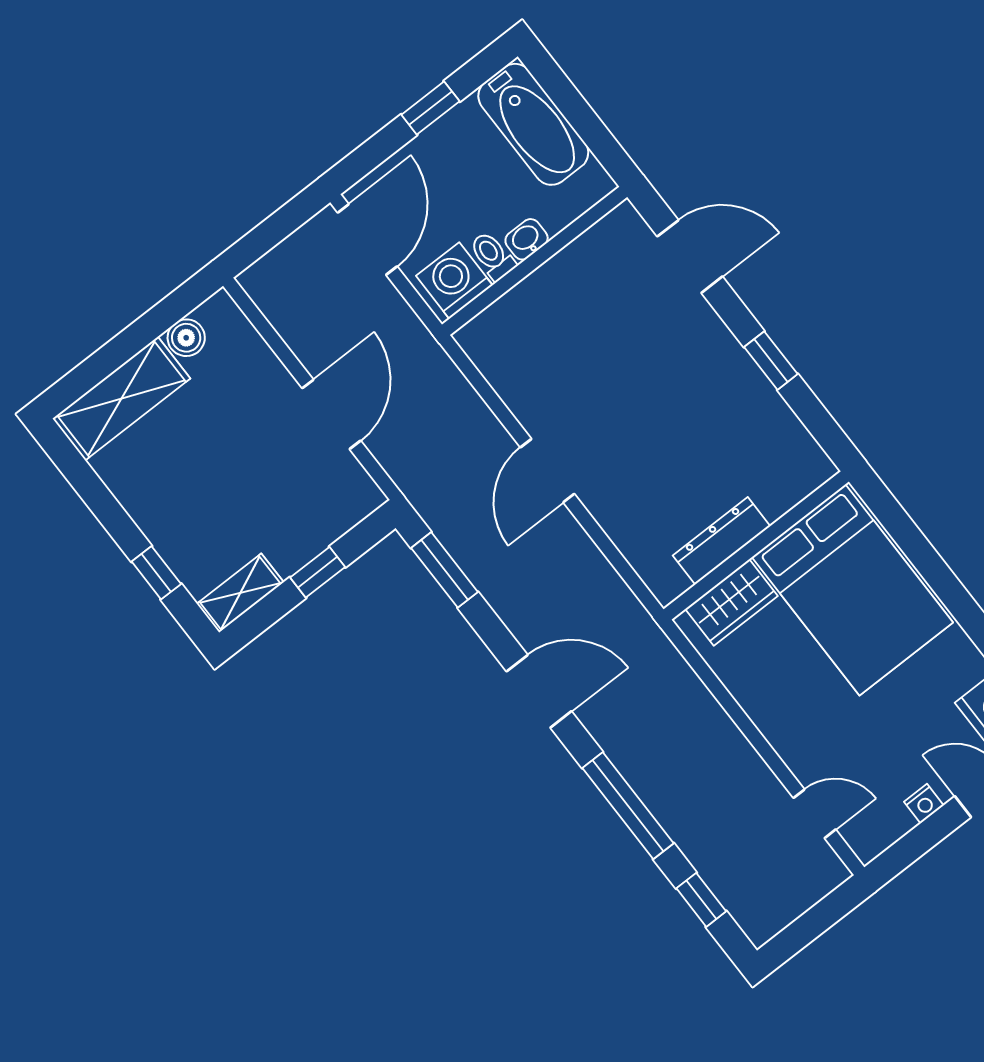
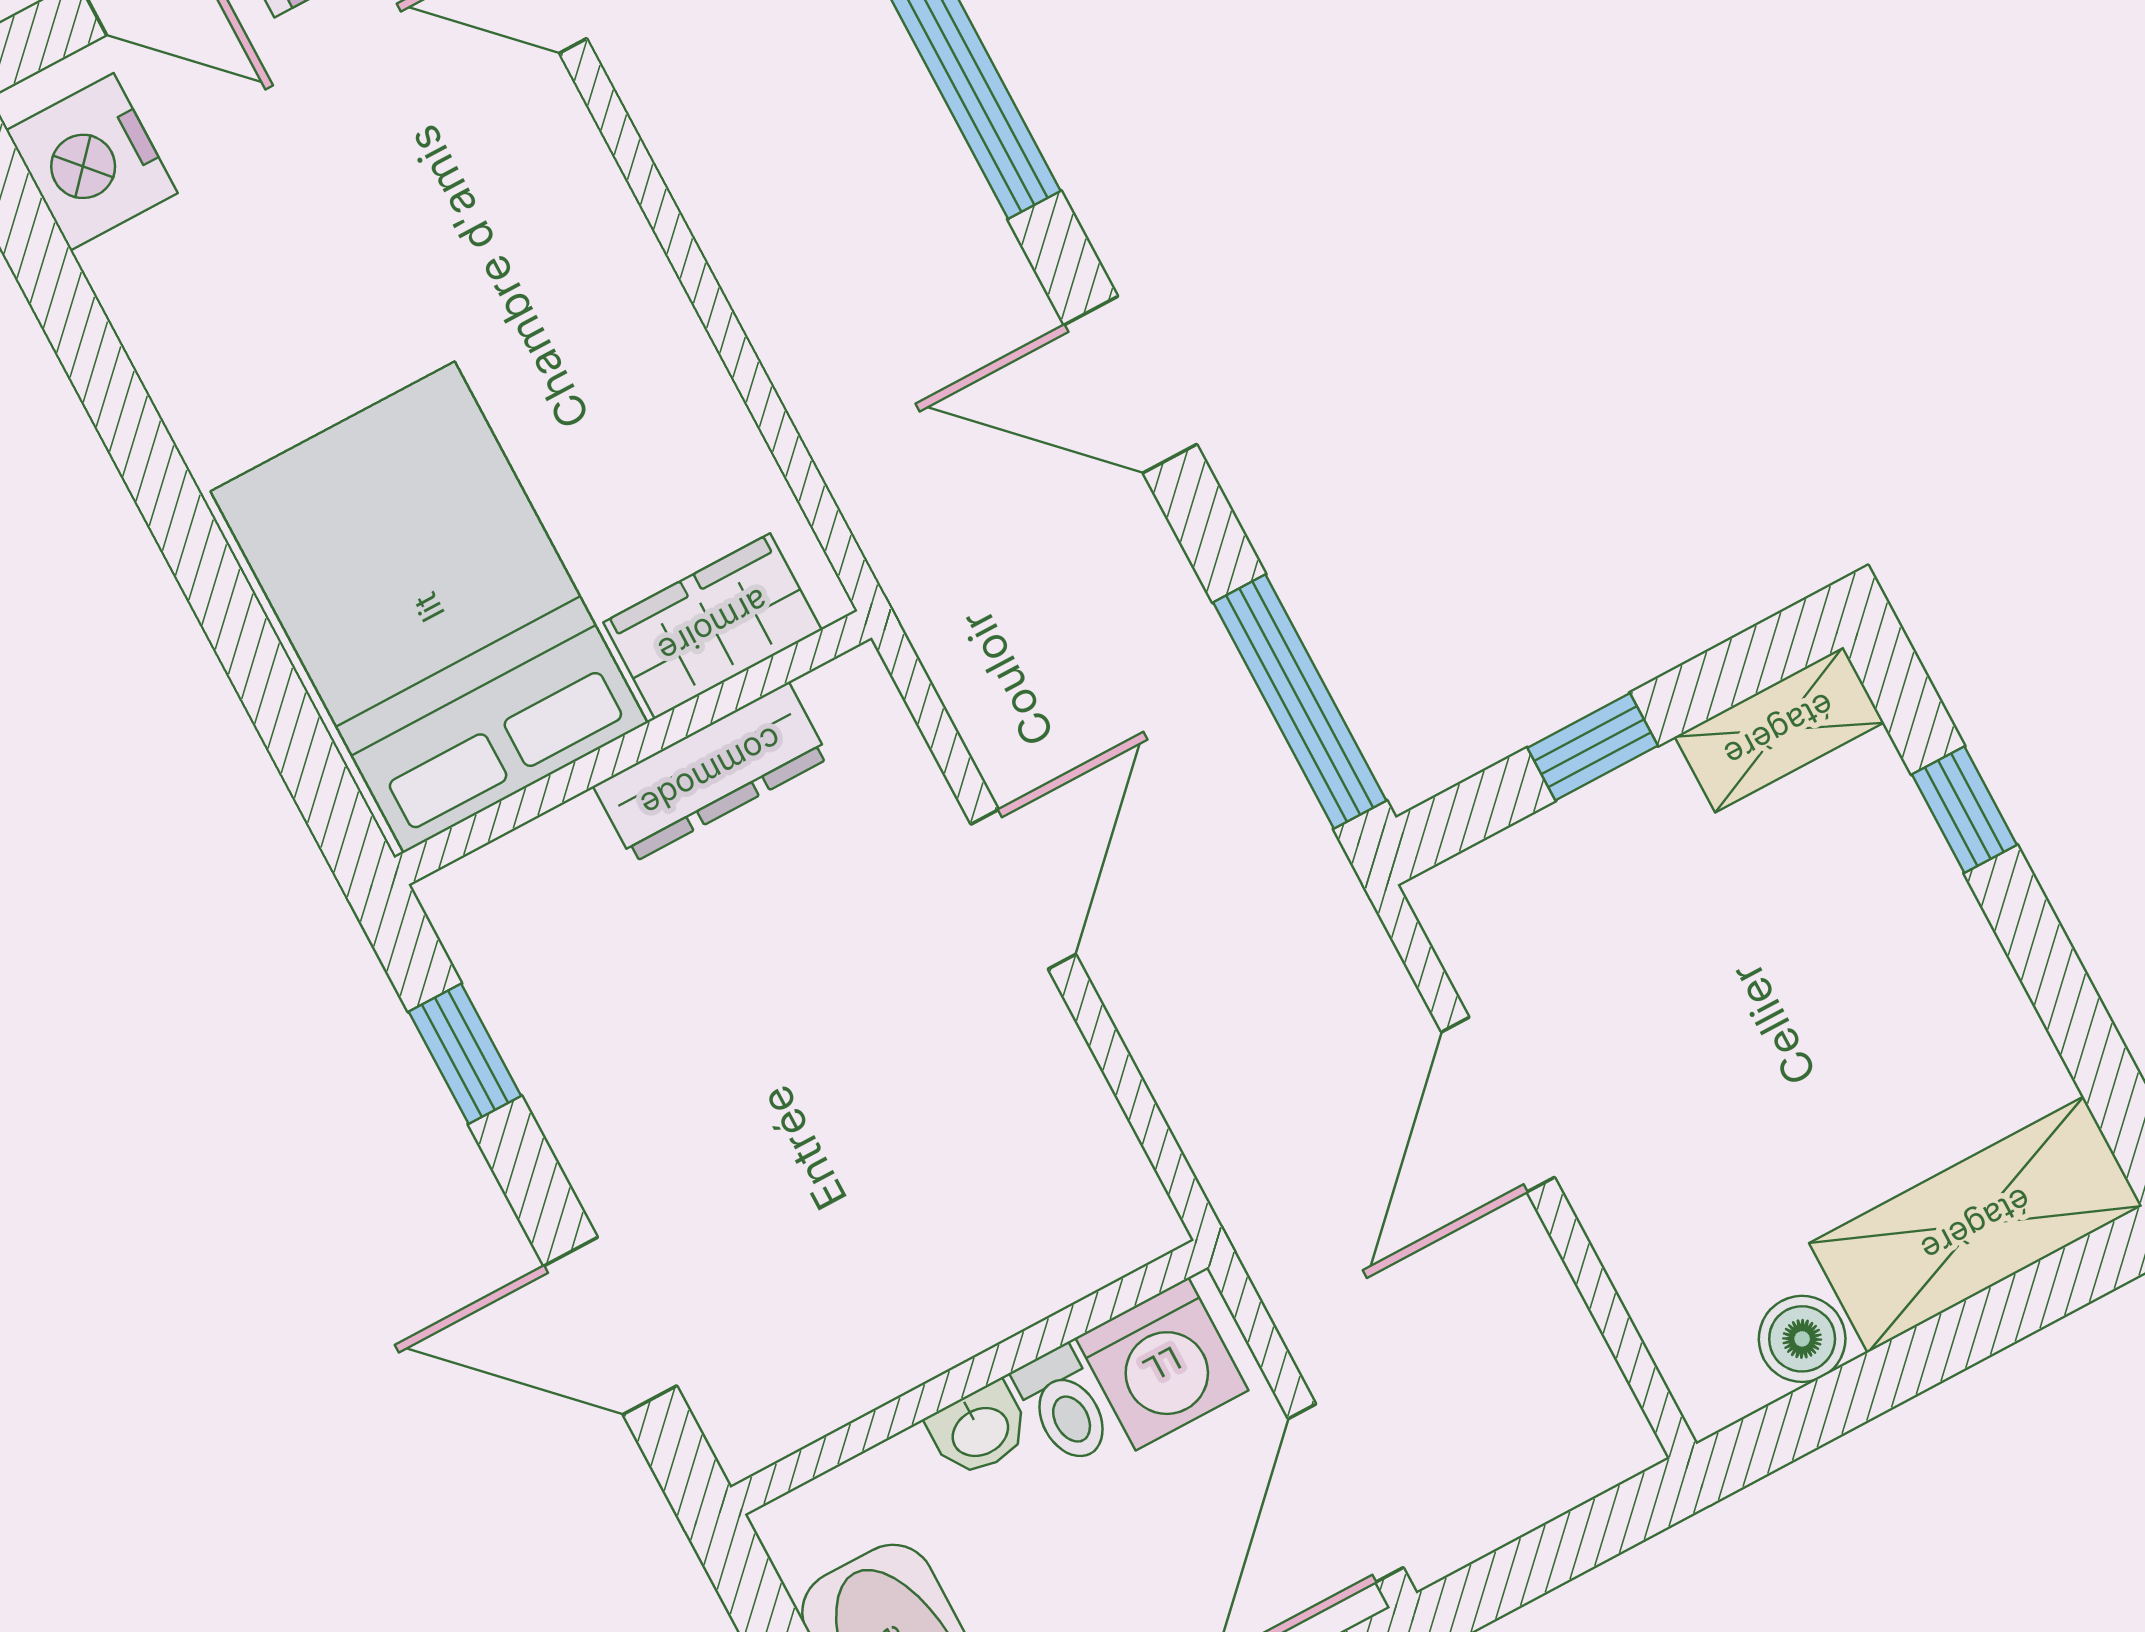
dresser: (721, 541) -> (711, 772), moved
wall: (756, 545) -> (633, 748), moved
window: (445, 570) -> (1300, 702), width x1.44
bed: (852, 590) -> (429, 607), moved
wardrobe: (731, 603) -> (713, 626), moved

